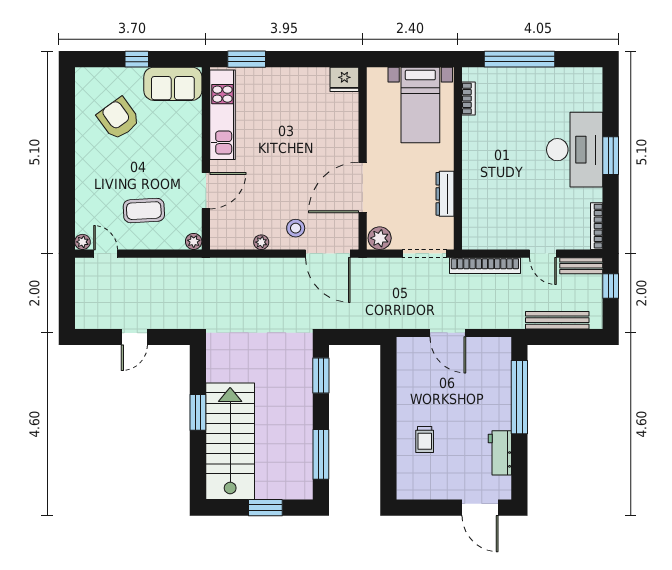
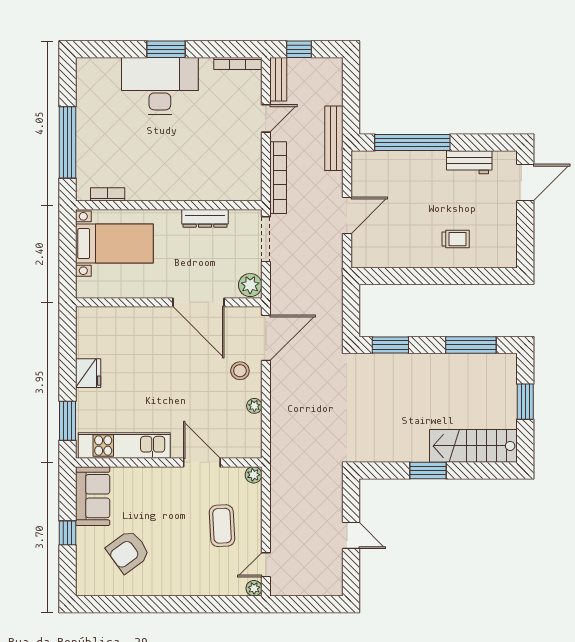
fridge: (344, 79) -> (88, 373), moved
bench: (557, 320) -> (334, 138), moved
stairs: (230, 441) -> (473, 446), width x0.73, depth x0.66

